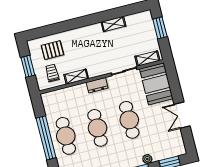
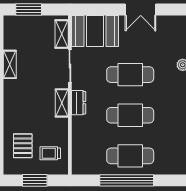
shelving: (76, 77) -> (62, 103), moved

